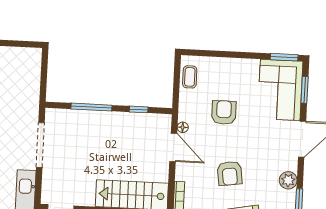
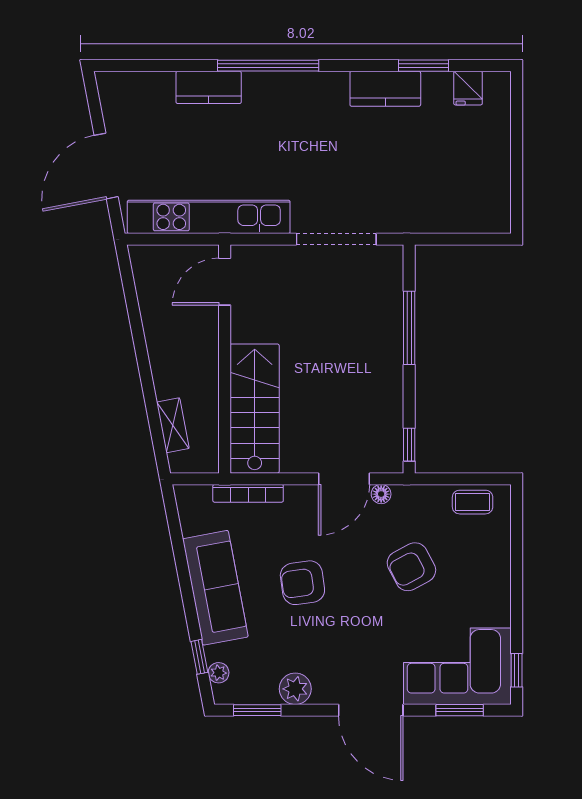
window: (284, 57) -> (517, 670), width x0.67
window: (139, 109) -> (409, 445), moved
armchair: (224, 113) -> (411, 567), turned 152

